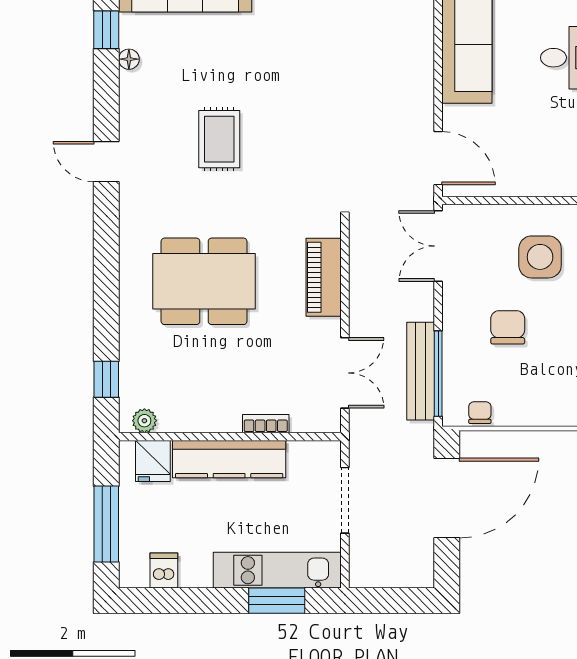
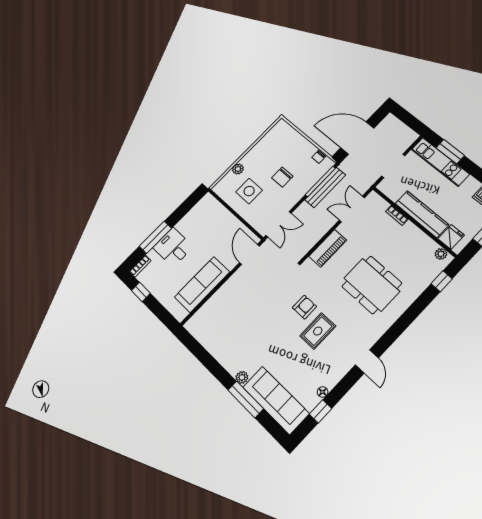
armchair: (273, 156) -> (305, 307), added

